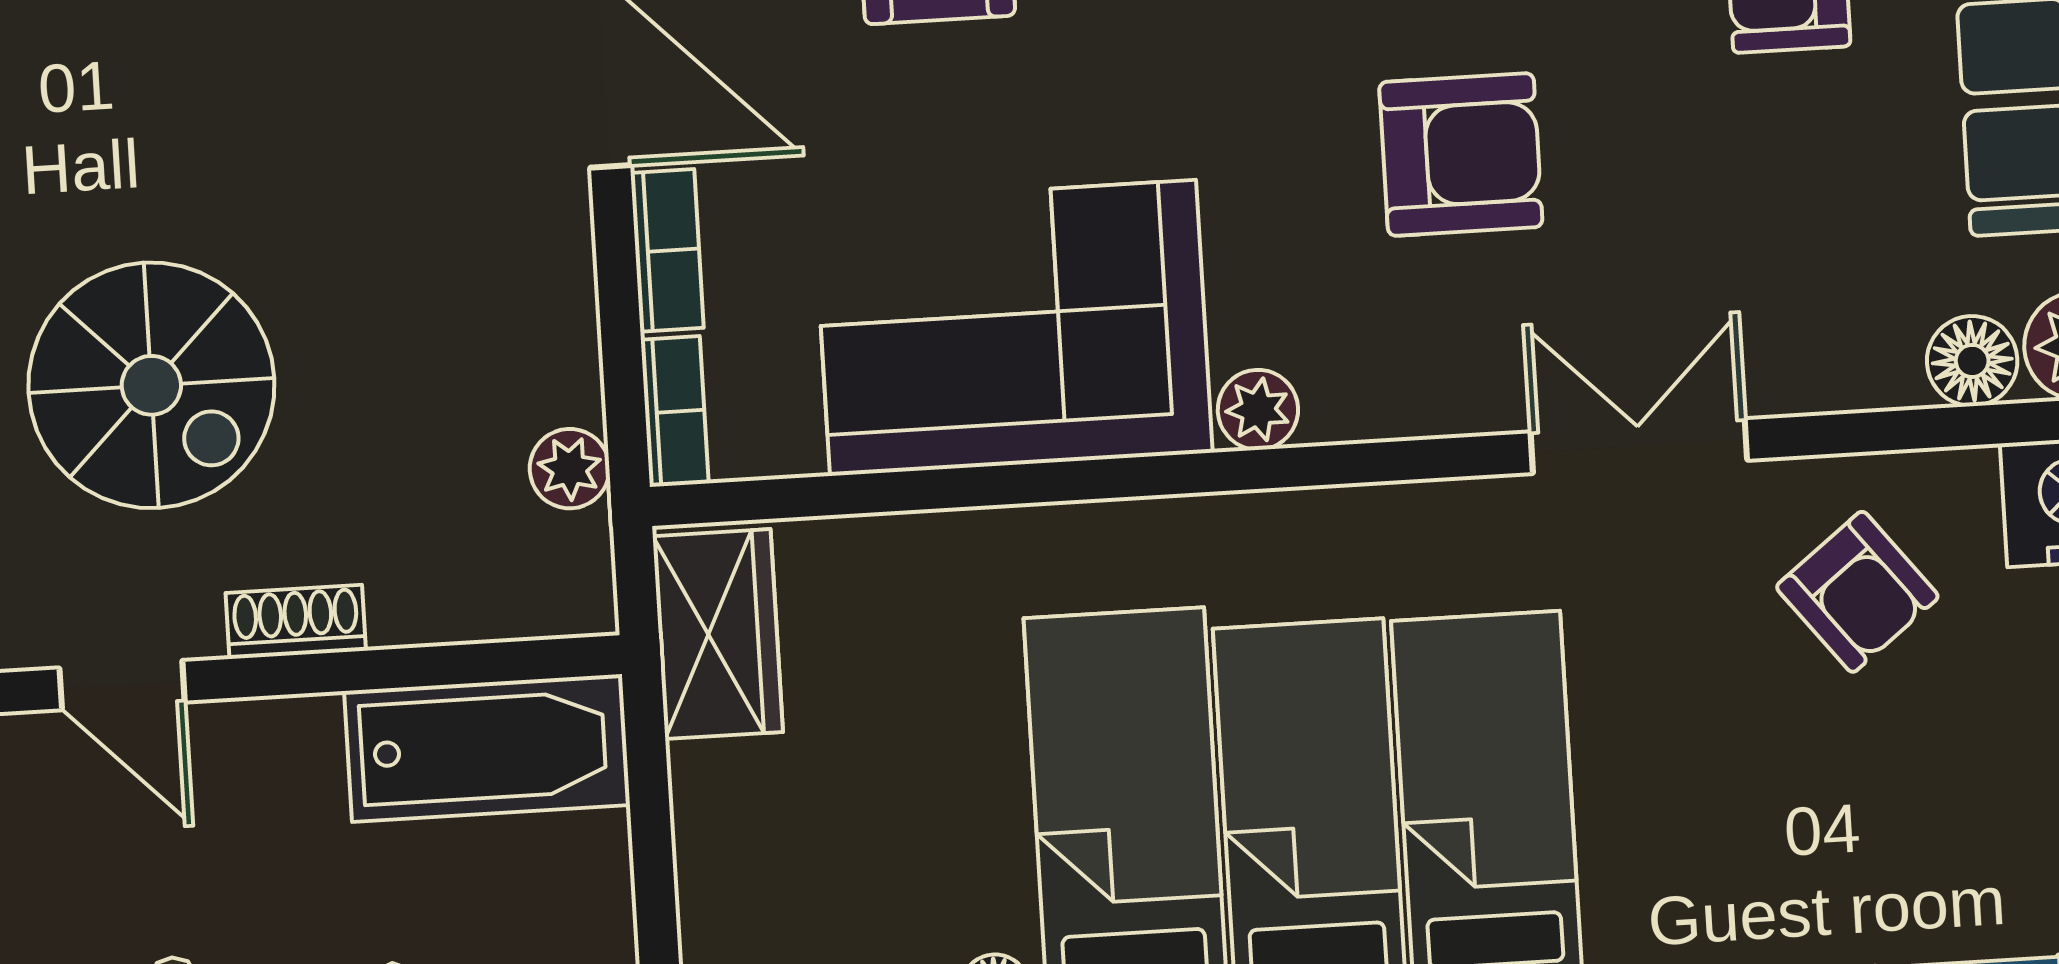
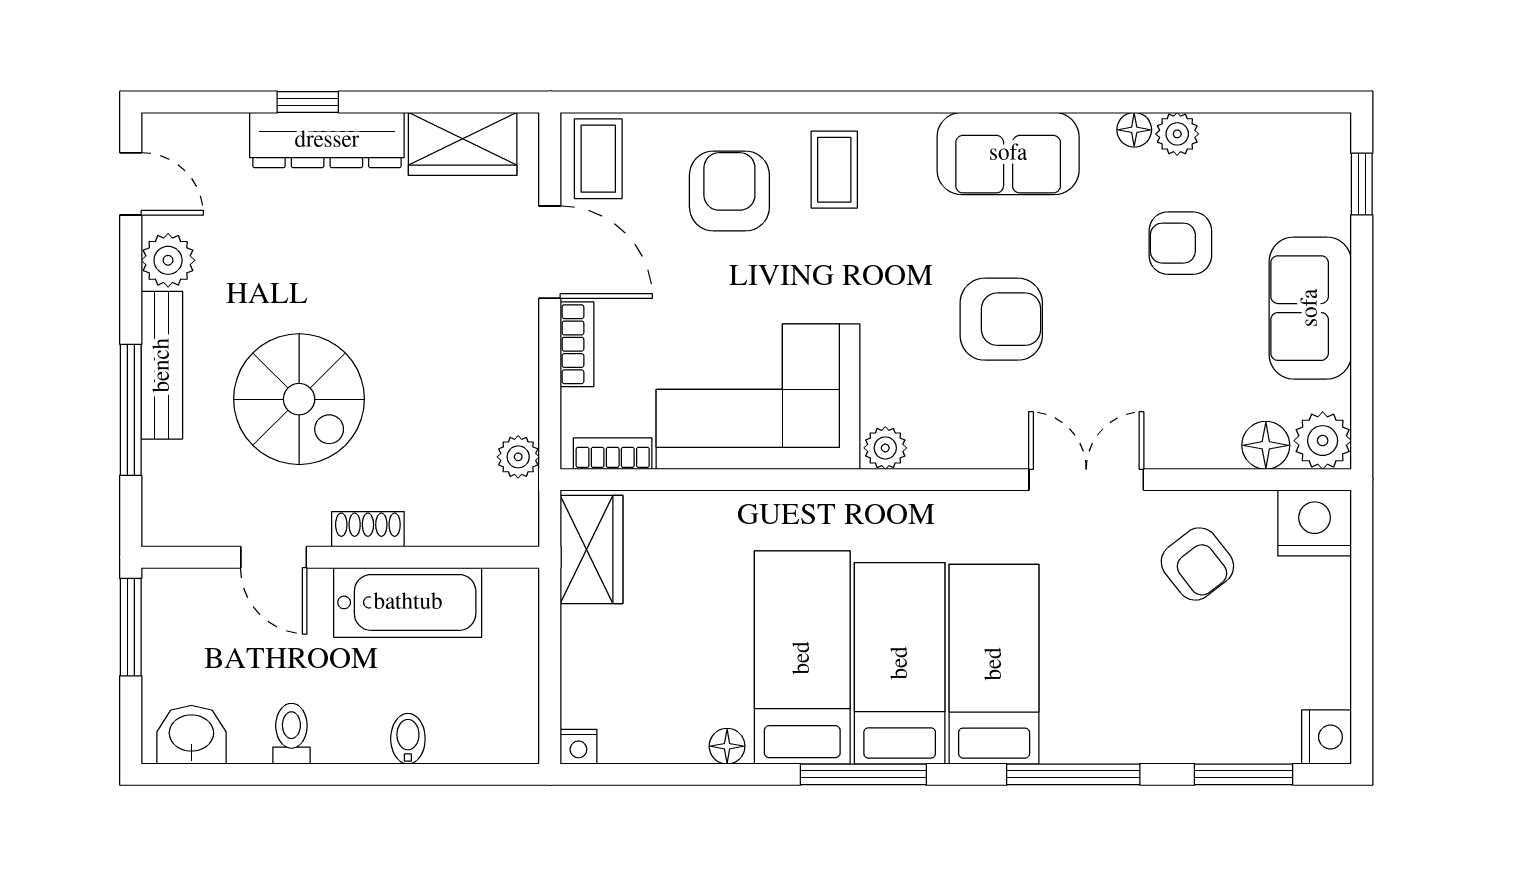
bookcase: (675, 412) -> (613, 454), moved, turned -90
bathtub: (487, 748) -> (408, 602), moved

